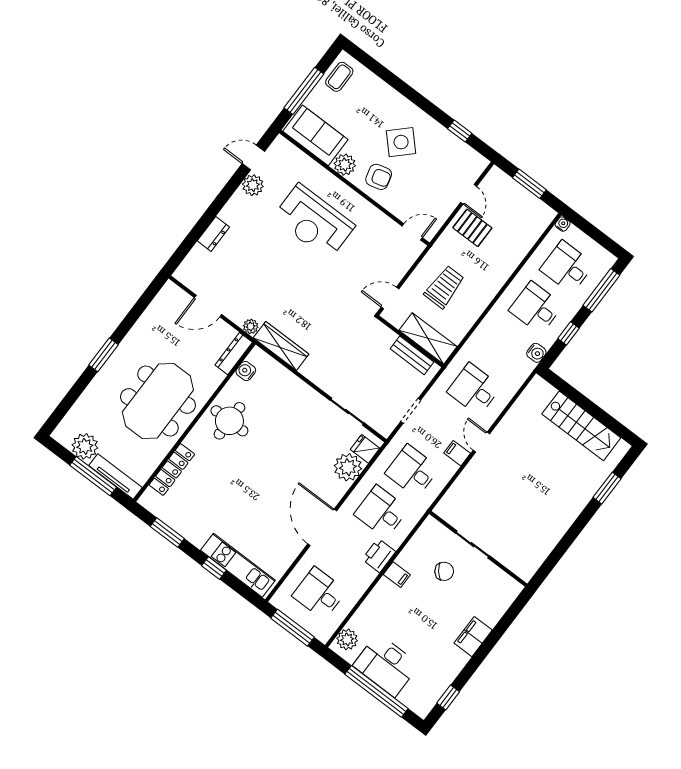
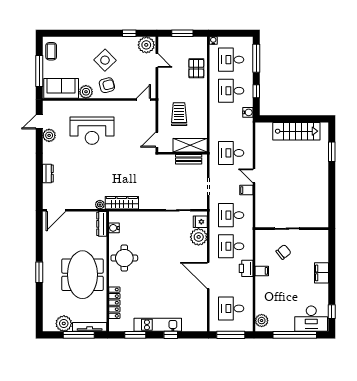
plant: (470, 163) -> (146, 45), added
pallet: (472, 228) -> (196, 68), moved, turned 90
door: (208, 306) -> (56, 210), moved
kitchen unit: (238, 565) -> (158, 325), moved
desk: (386, 665) -> (311, 319), moved

